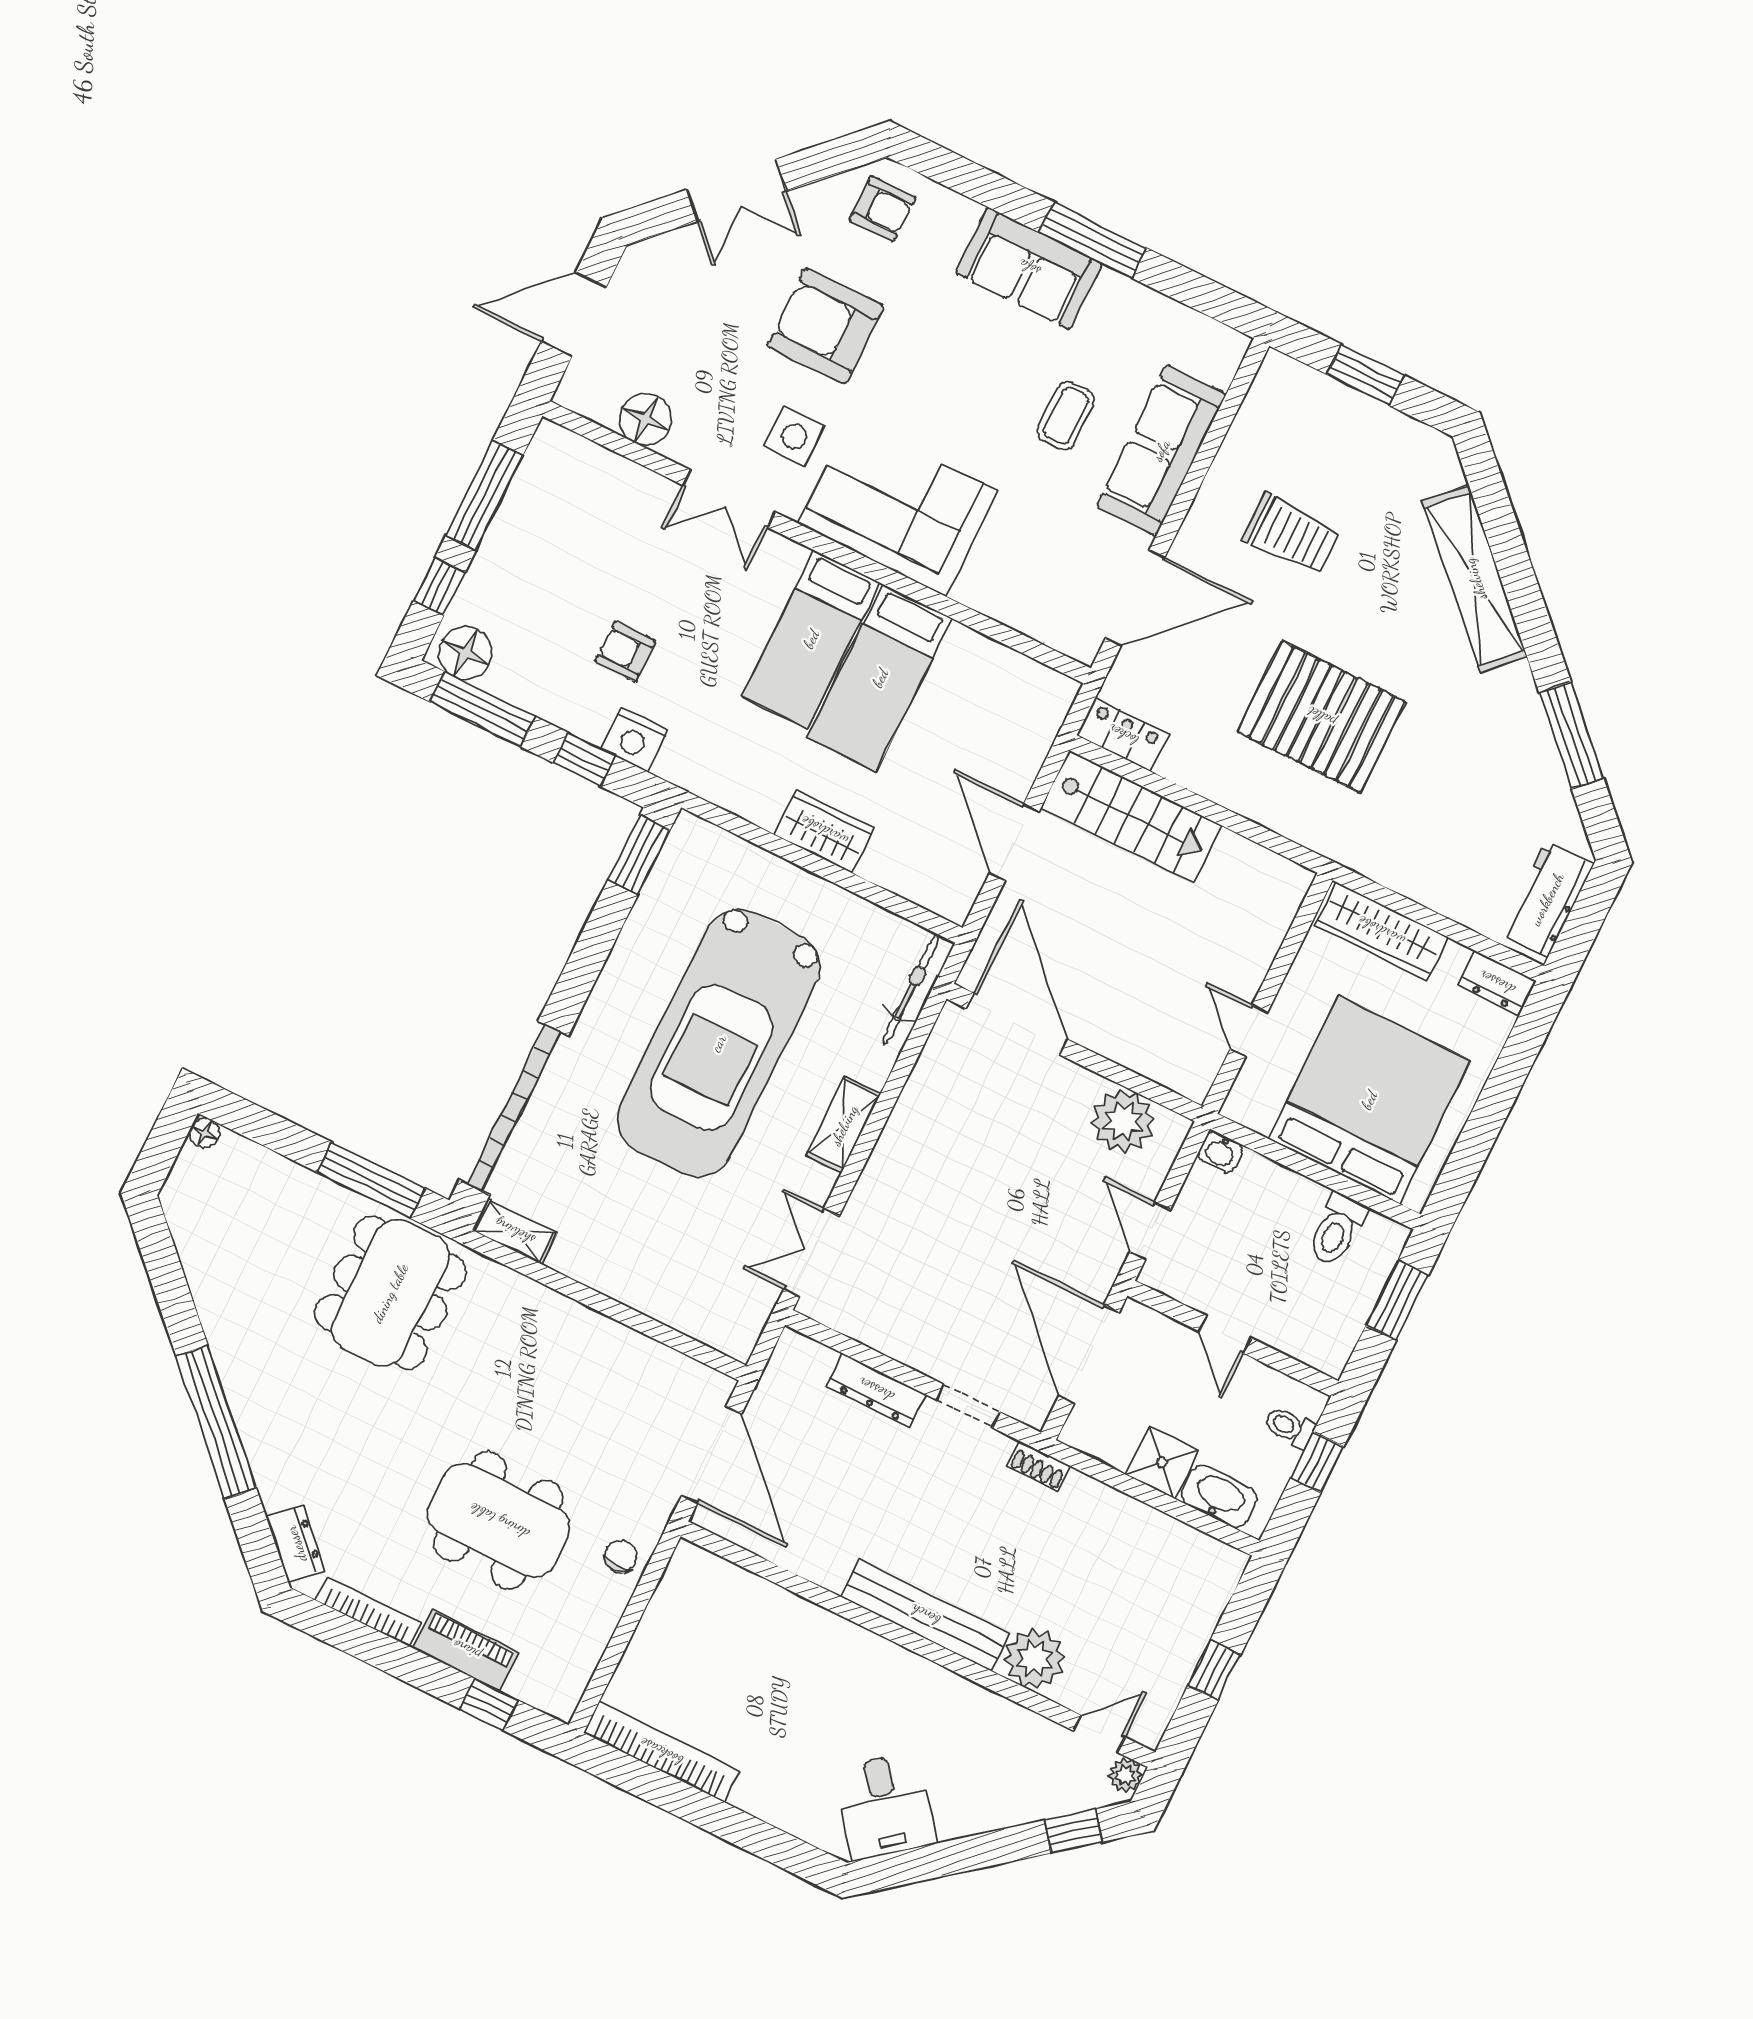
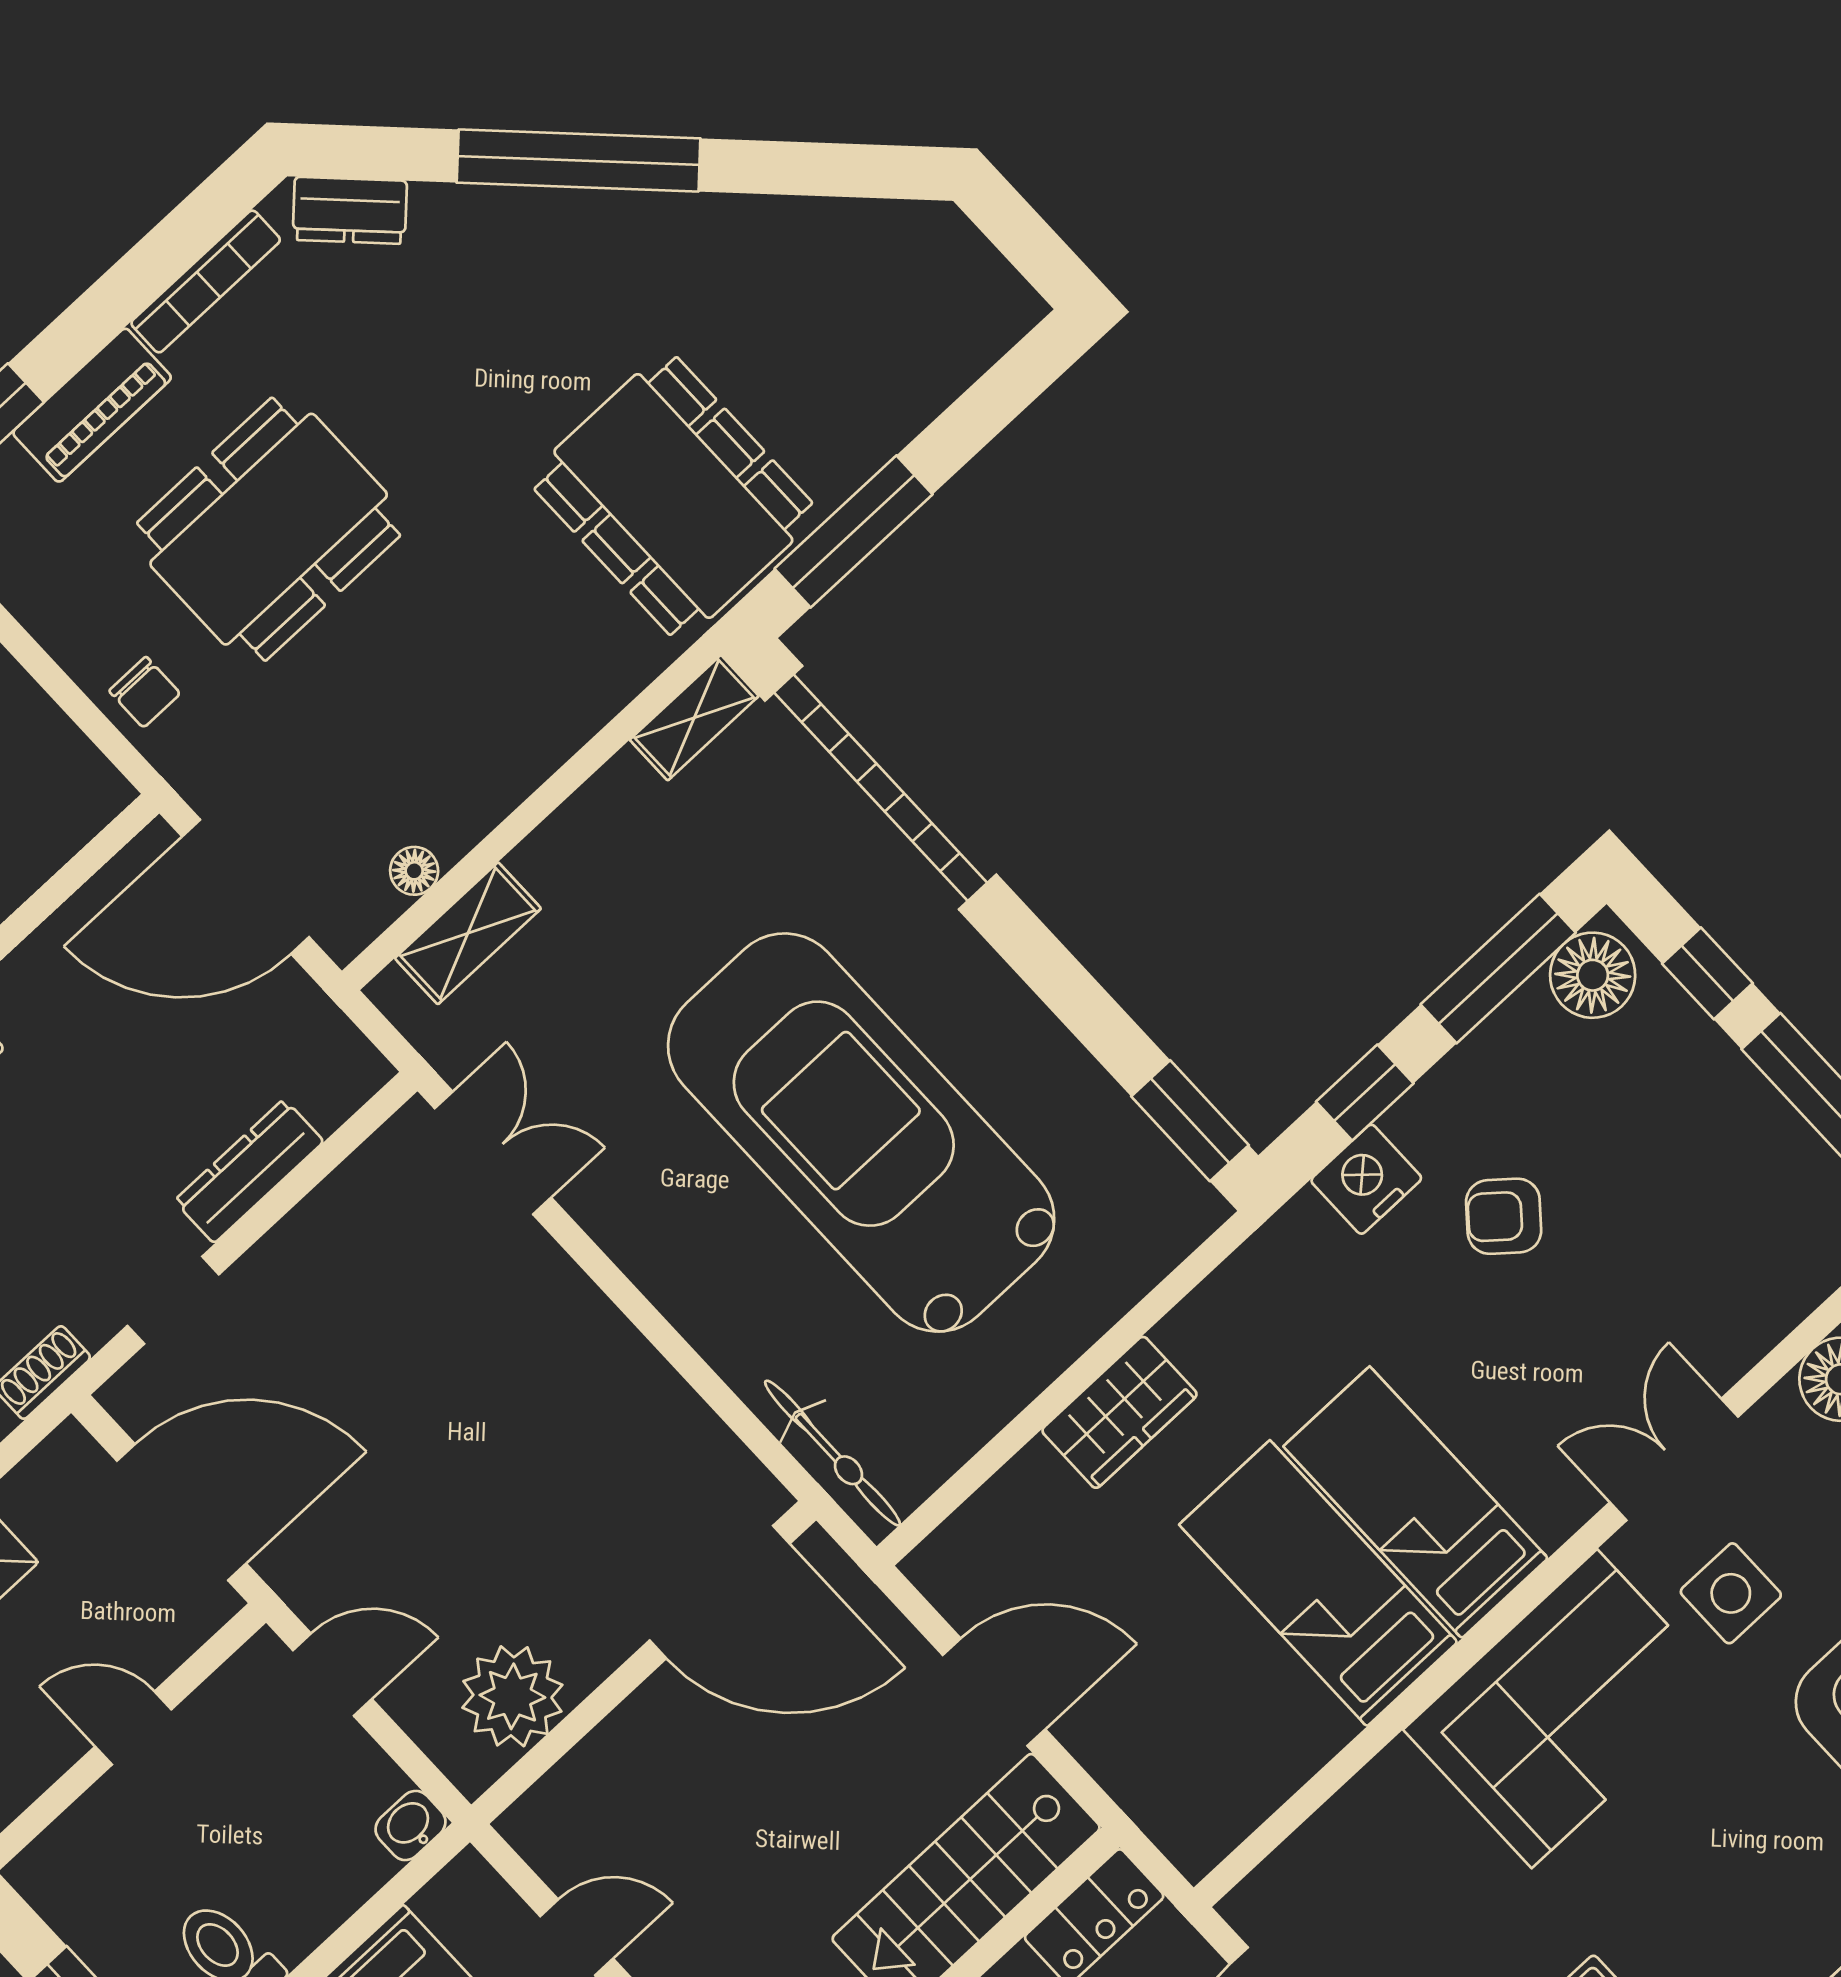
armchair: (625, 651) -> (1504, 1216), turned -140
shelving: (844, 1125) -> (468, 933), moved, turned 90
floor lamp: (204, 1133) -> (414, 871), moved

